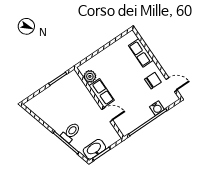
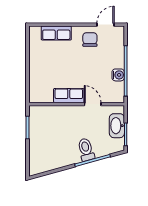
plant: (90, 76) -> (46, 96), removed
water cooler: (157, 108) -> (118, 75), moved
door: (107, 115) -> (93, 104), hinge flipped
washbasin: (94, 149) -> (117, 126), moved

